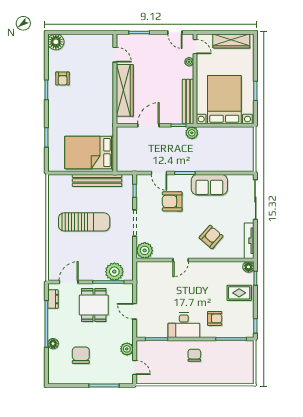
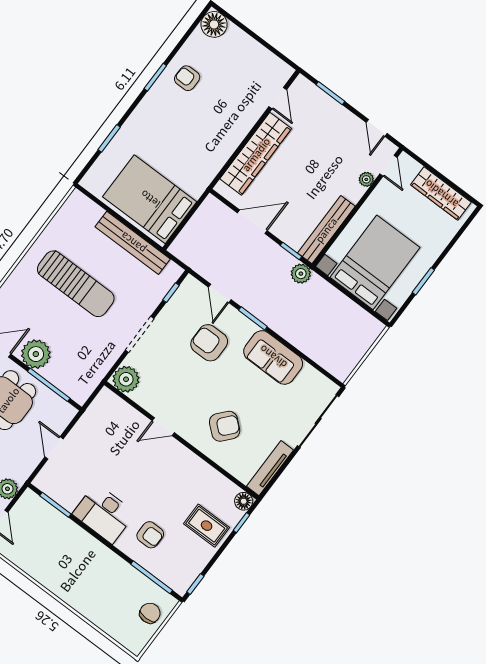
armchair: (63, 79) -> (187, 78), turned 90
plant: (114, 272) -> (36, 354), moved
chair: (194, 355) -> (150, 613), moved

